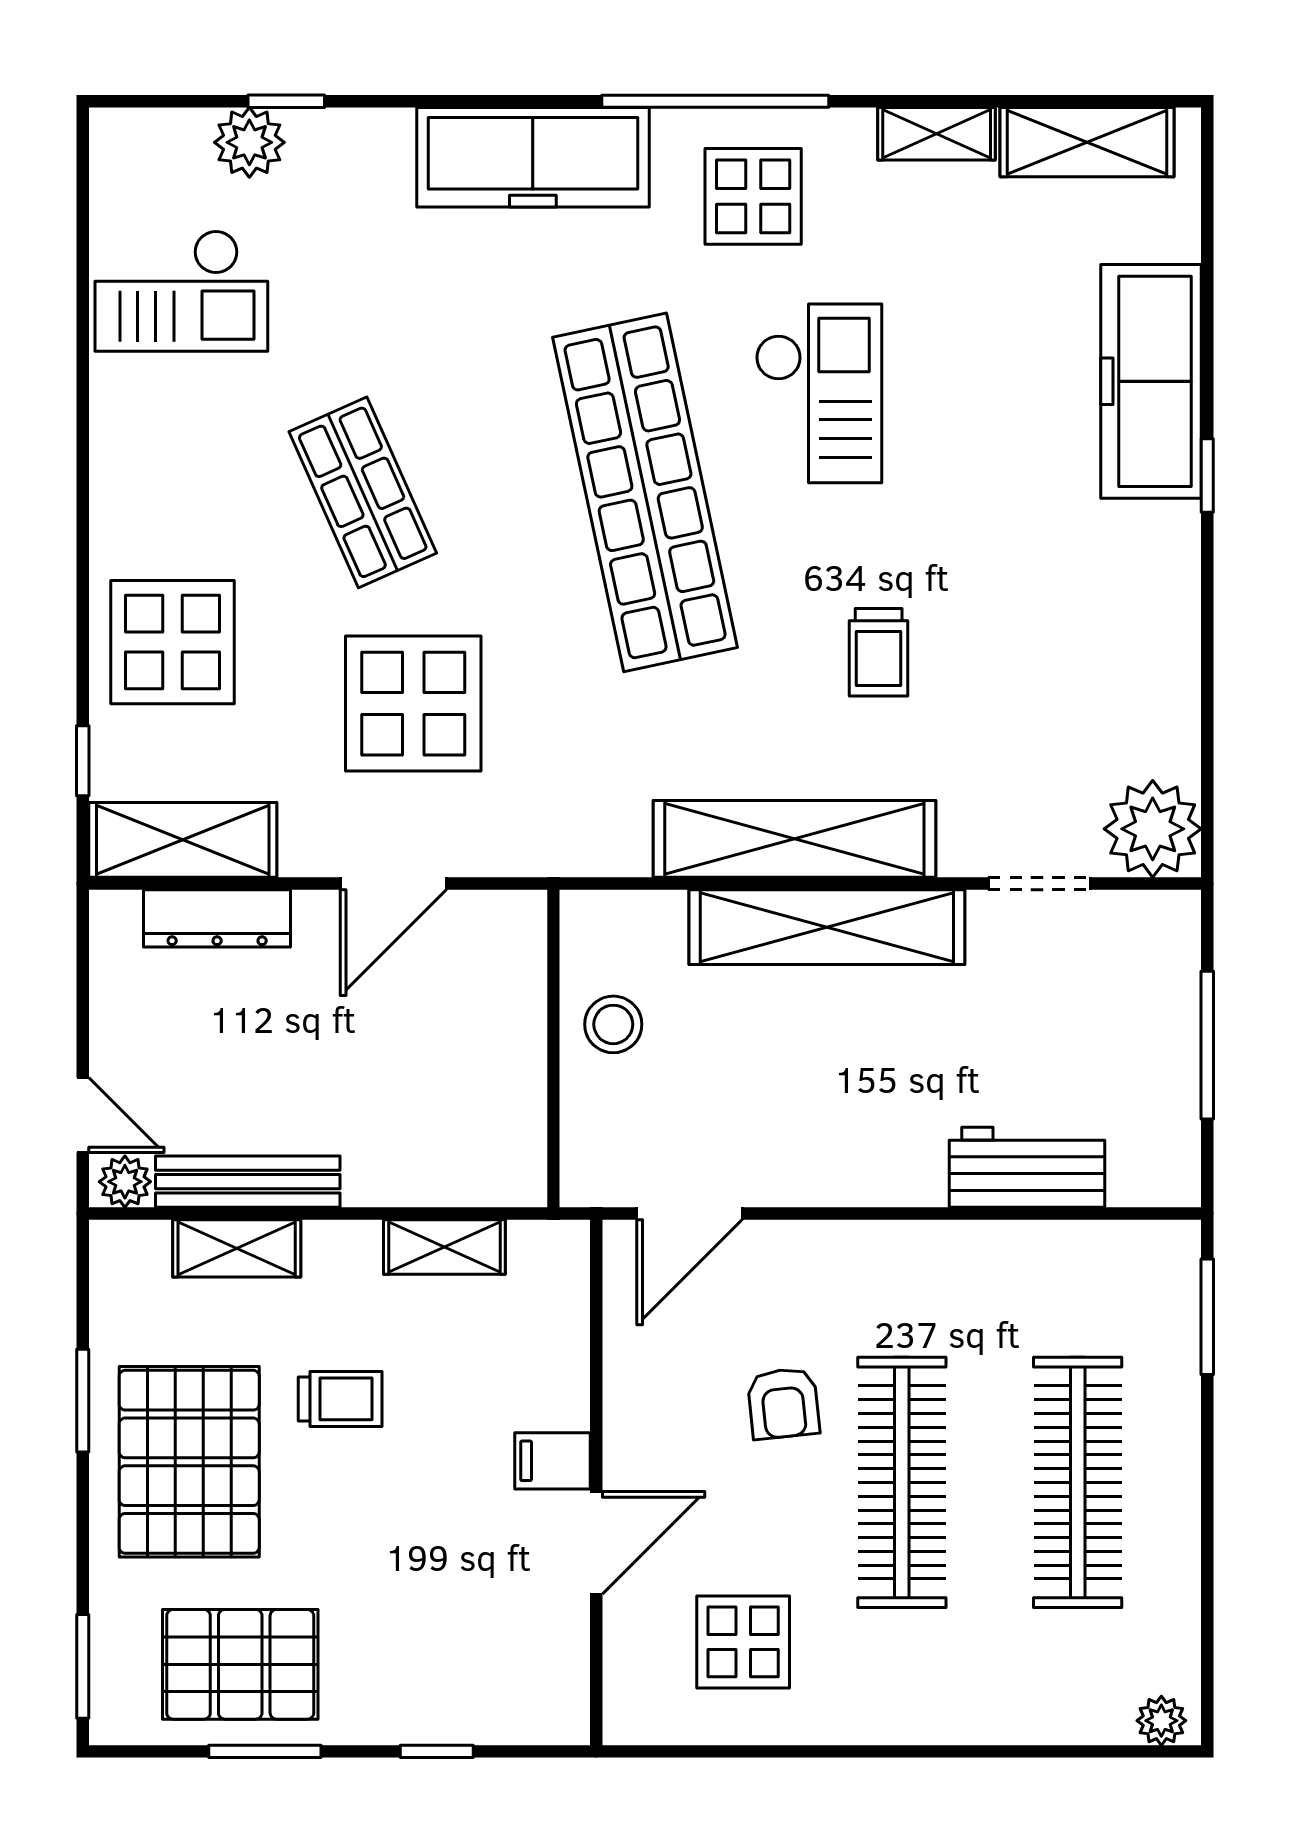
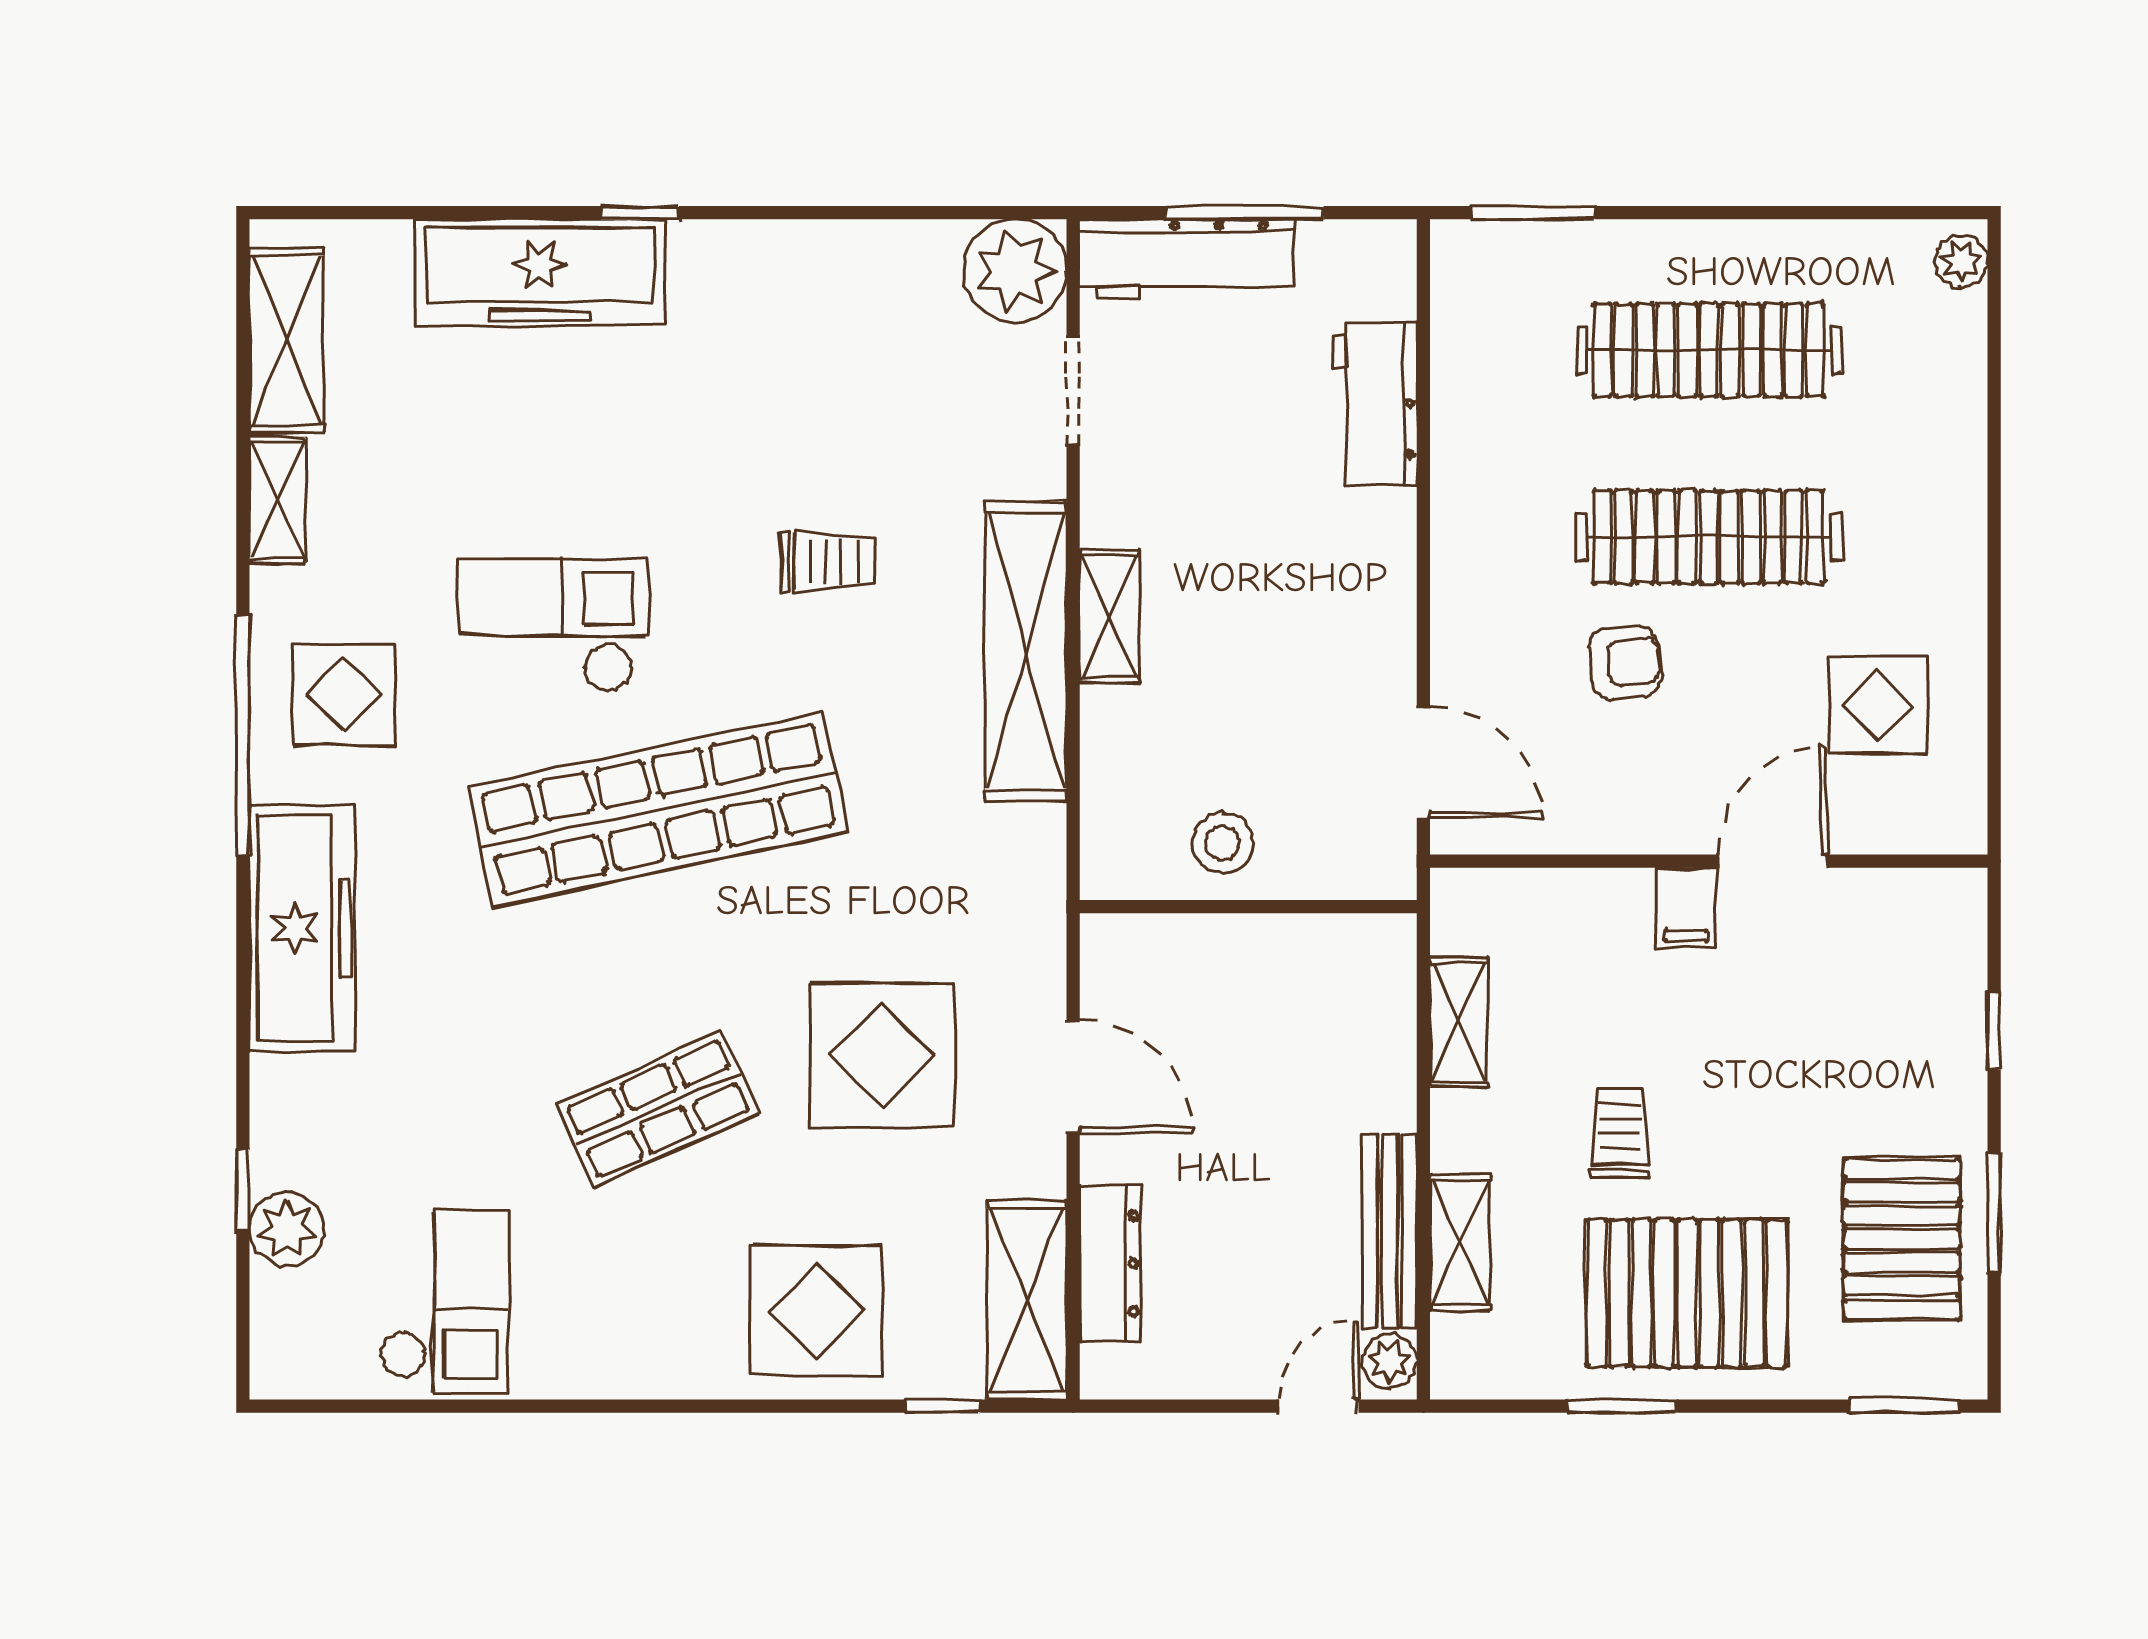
shelving: (827, 927) -> (1109, 616), width x0.45, depth x0.75
workbench: (1163, 991) -> (1187, 259), added
door: (596, 1543) -> (1773, 861), hinge flipped

